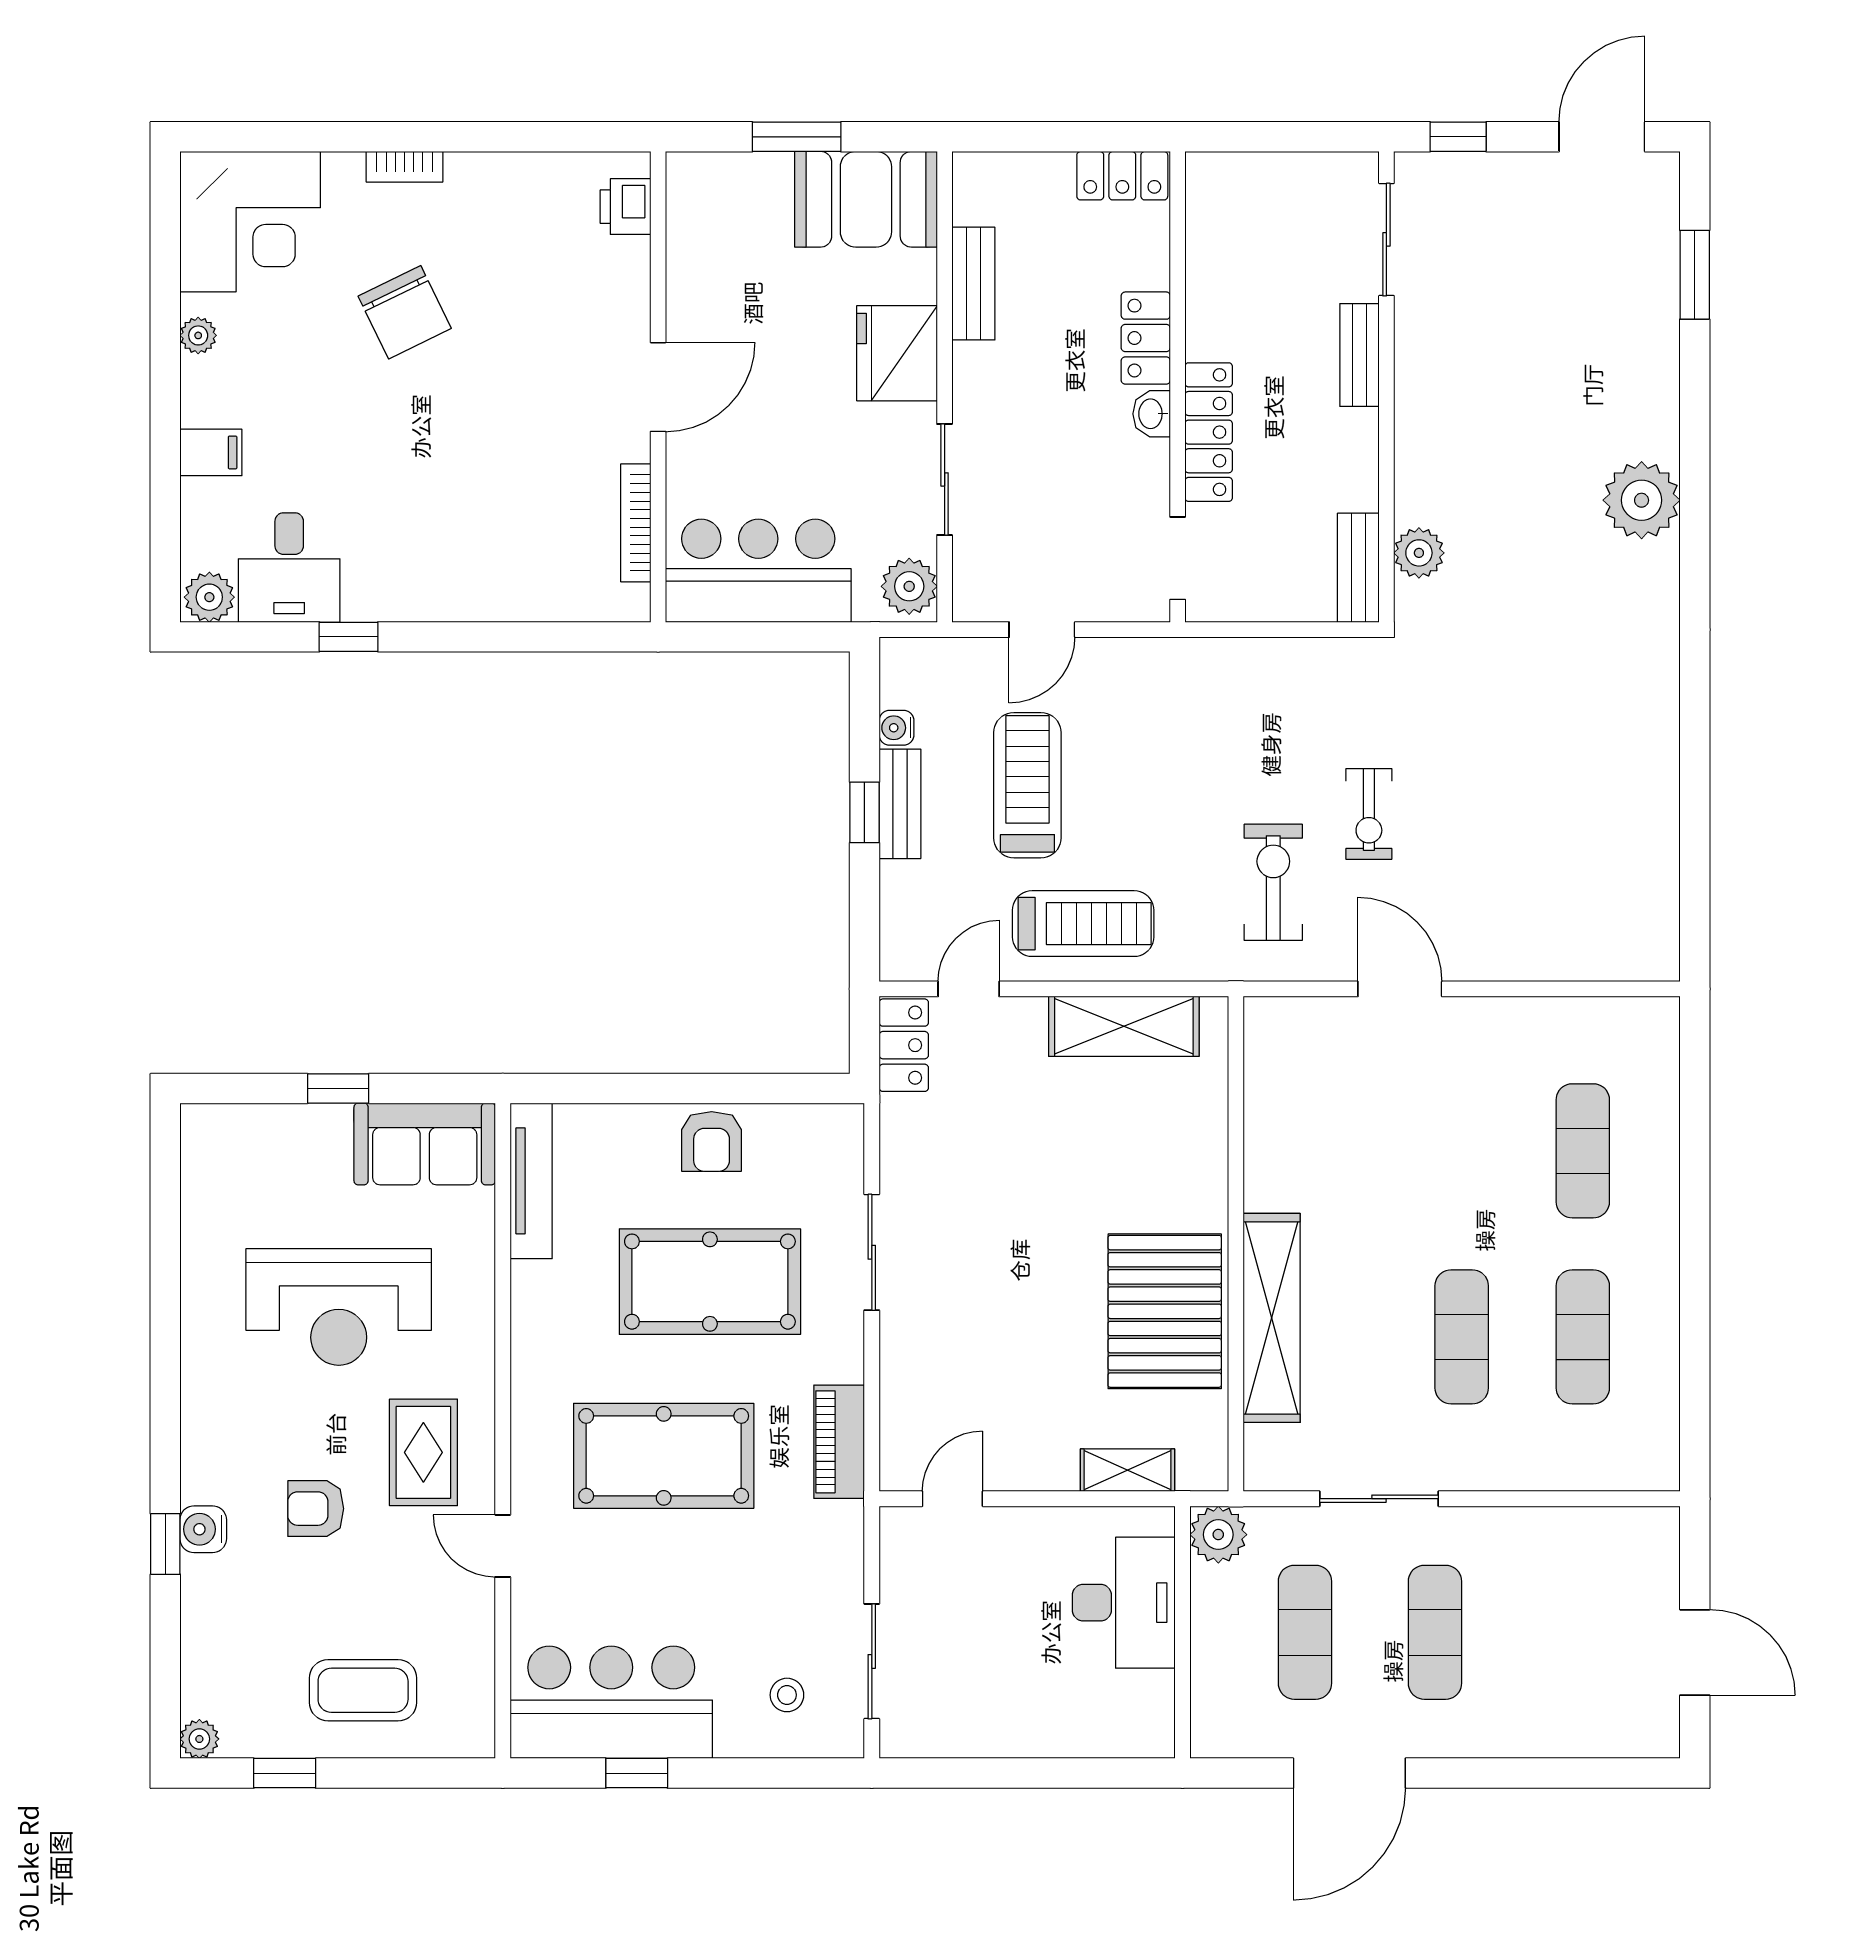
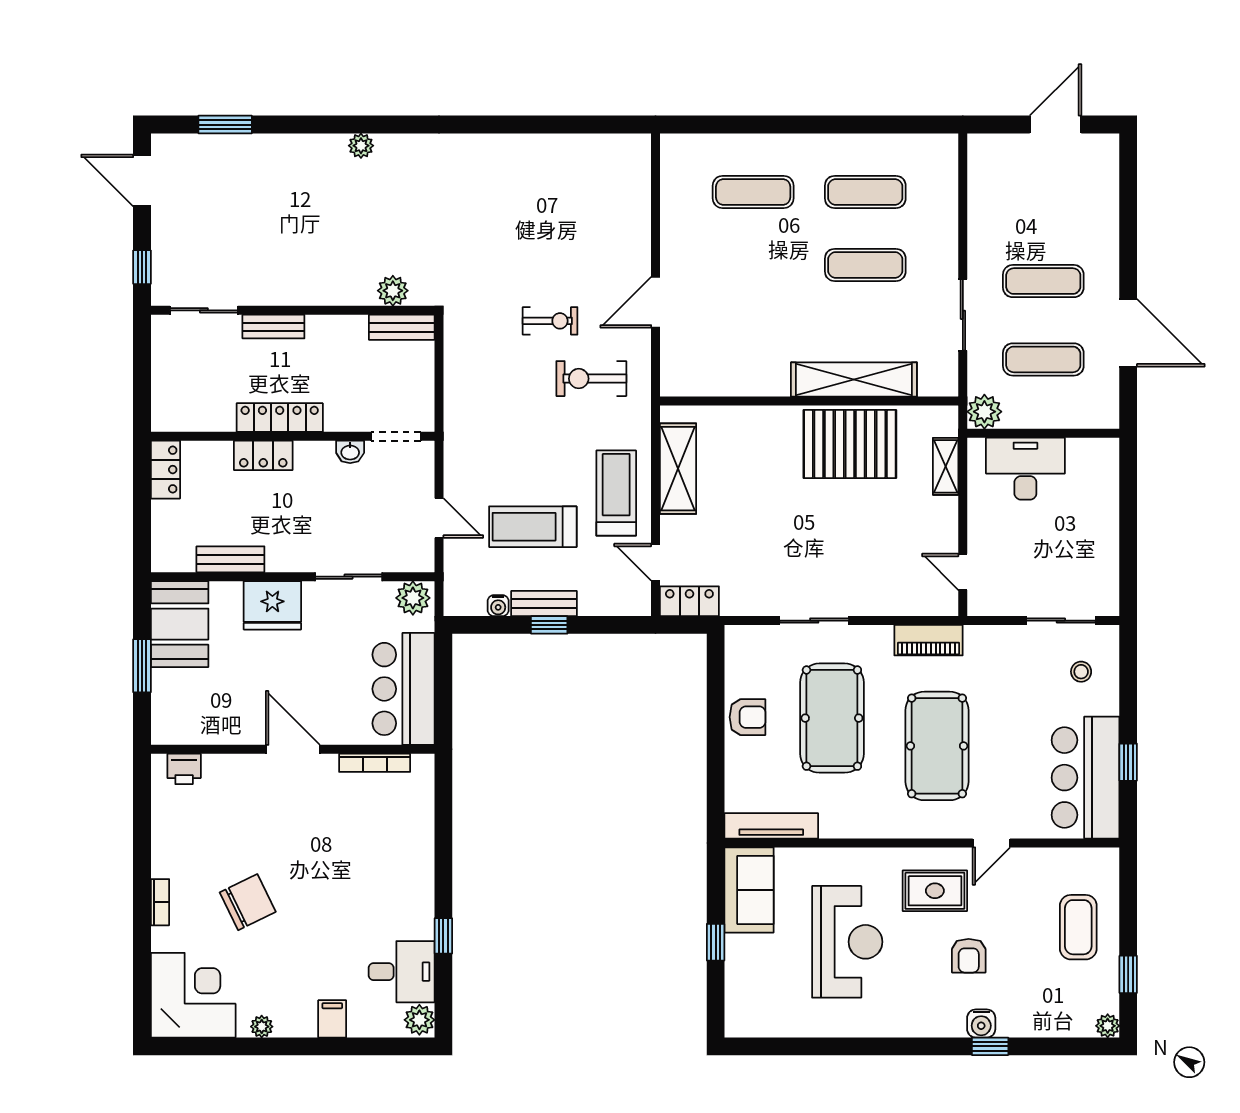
washbasin: (1152, 414) -> (350, 452), moved
locker: (1209, 432) -> (280, 418), moved
plant: (1642, 500) -> (361, 146), width x0.53, depth x0.53

